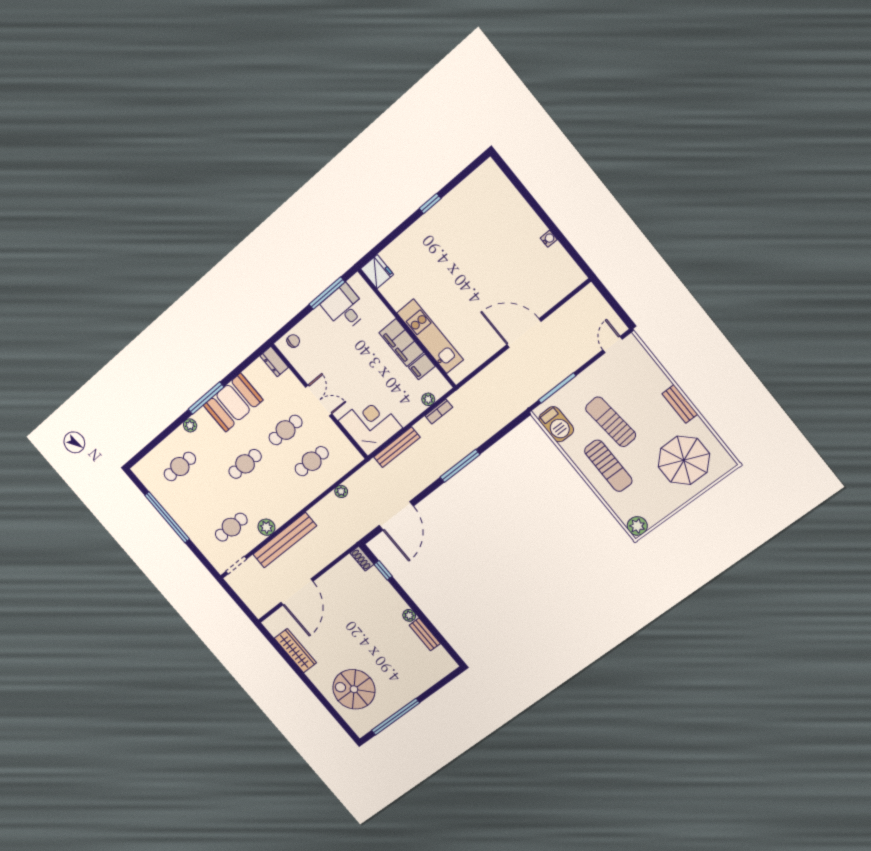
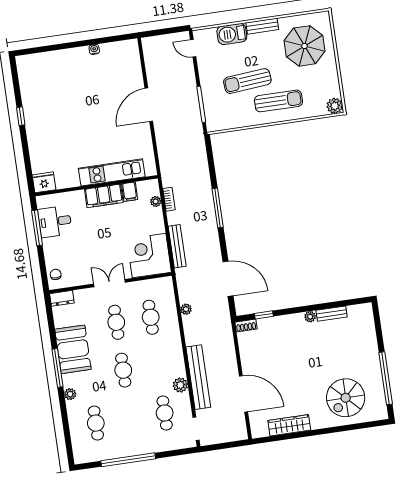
barbecue: (556, 424) -> (232, 34), moved, turned 180

